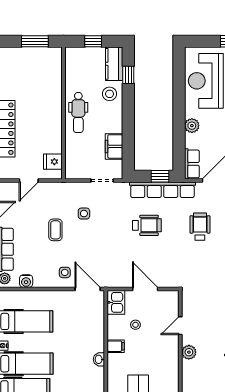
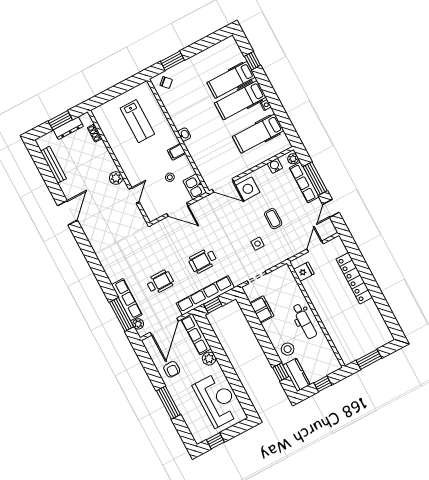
dental chair: (78, 112) -> (304, 321), turned 180
row of seats: (192, 164) -> (196, 334), width x1.48
wheelchair: (200, 227) -> (160, 282), turned -90
side table: (65, 272) -> (248, 189), width x1.87, depth x1.87

